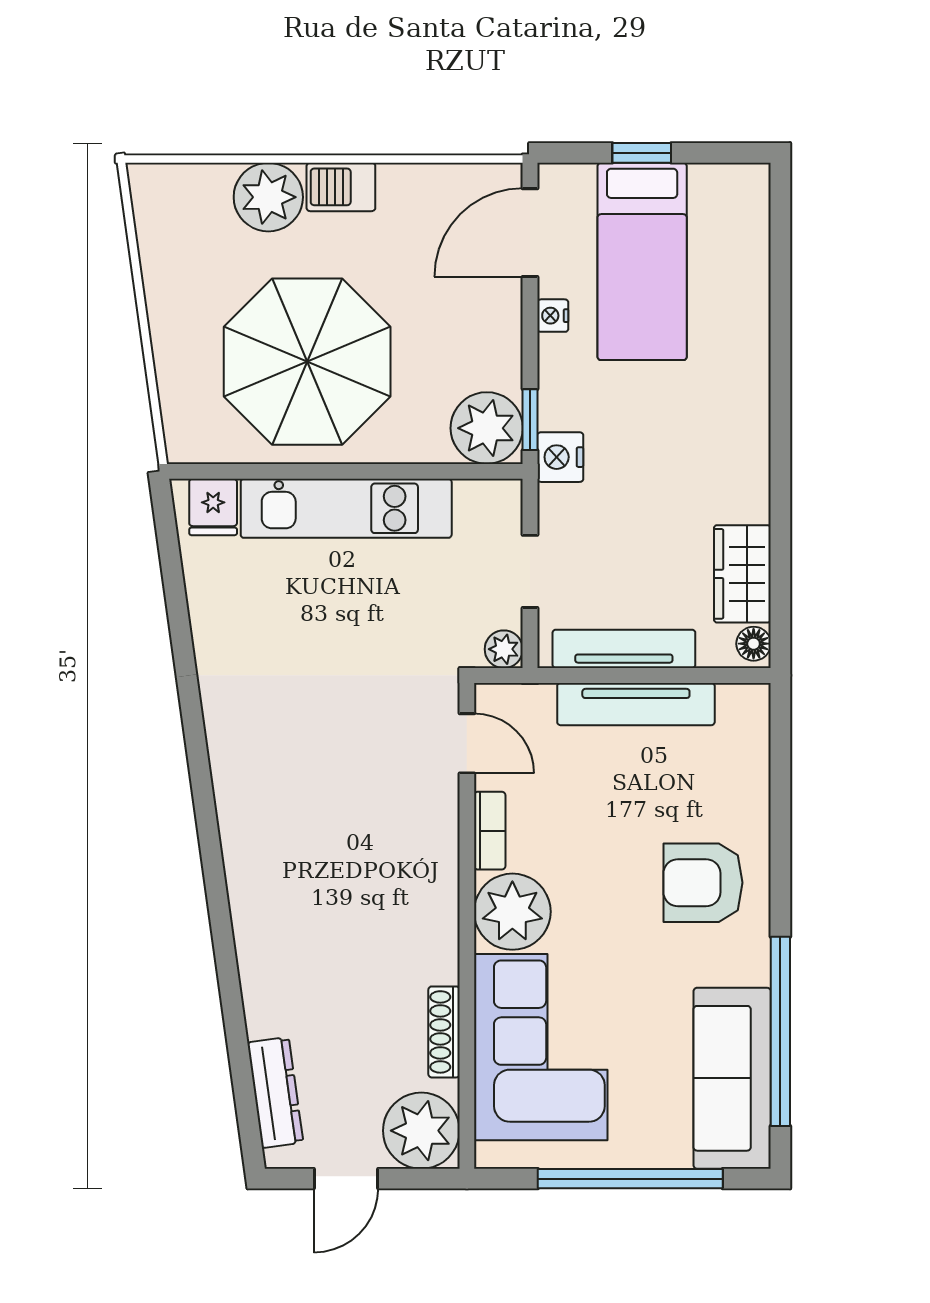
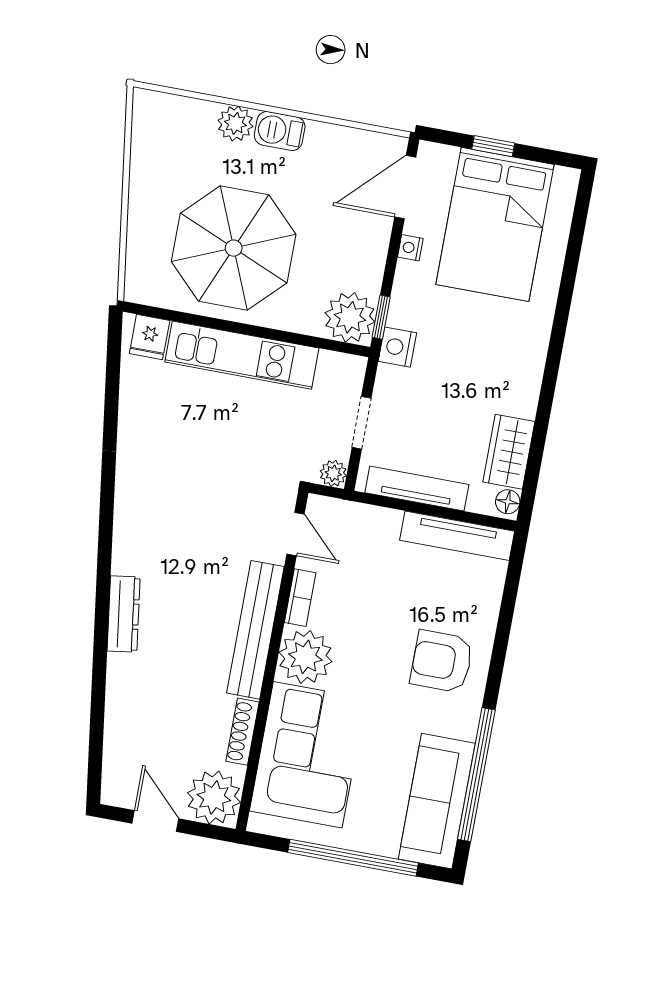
plant: (268, 197) -> (235, 123), width x0.73, depth x0.73
bed: (642, 261) -> (495, 224), width x1.50
tv unit: (636, 704) -> (457, 536), moved
bench: (436, 887) -> (255, 630), added
dresser: (275, 1093) -> (124, 614), moved
door: (346, 1179) -> (155, 821), swing flipped

